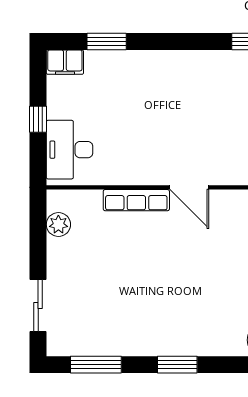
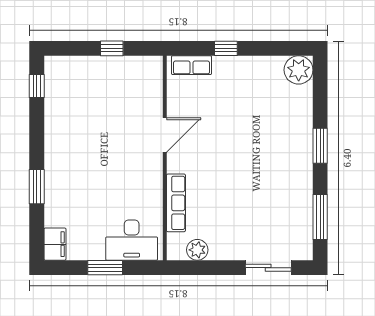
window: (107, 41) -> (37, 187), moved
window: (38, 119) -> (105, 268), width x1.50
row of seats: (136, 200) -> (176, 203), moved

